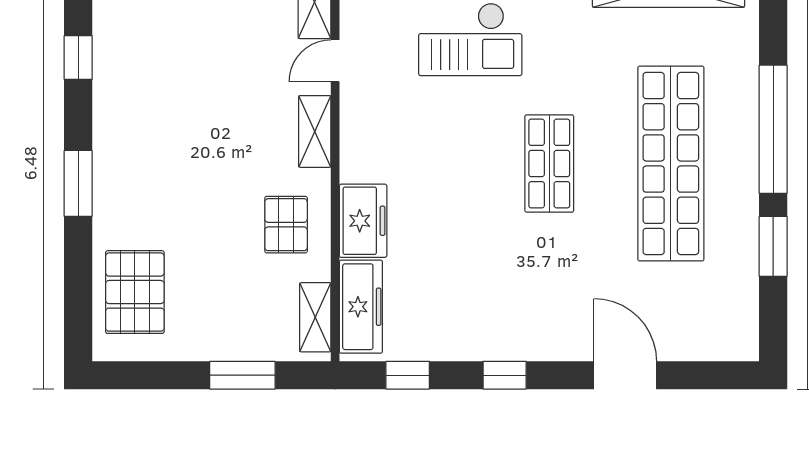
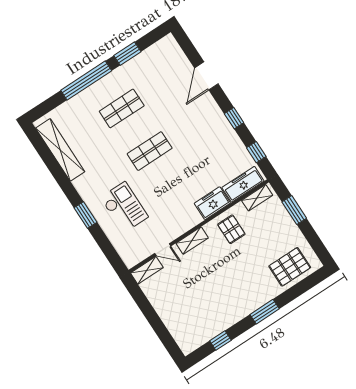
shop shelf: (671, 163) -> (122, 108), width x0.50, depth x0.74
pallet: (286, 225) -> (231, 229), turned 90

